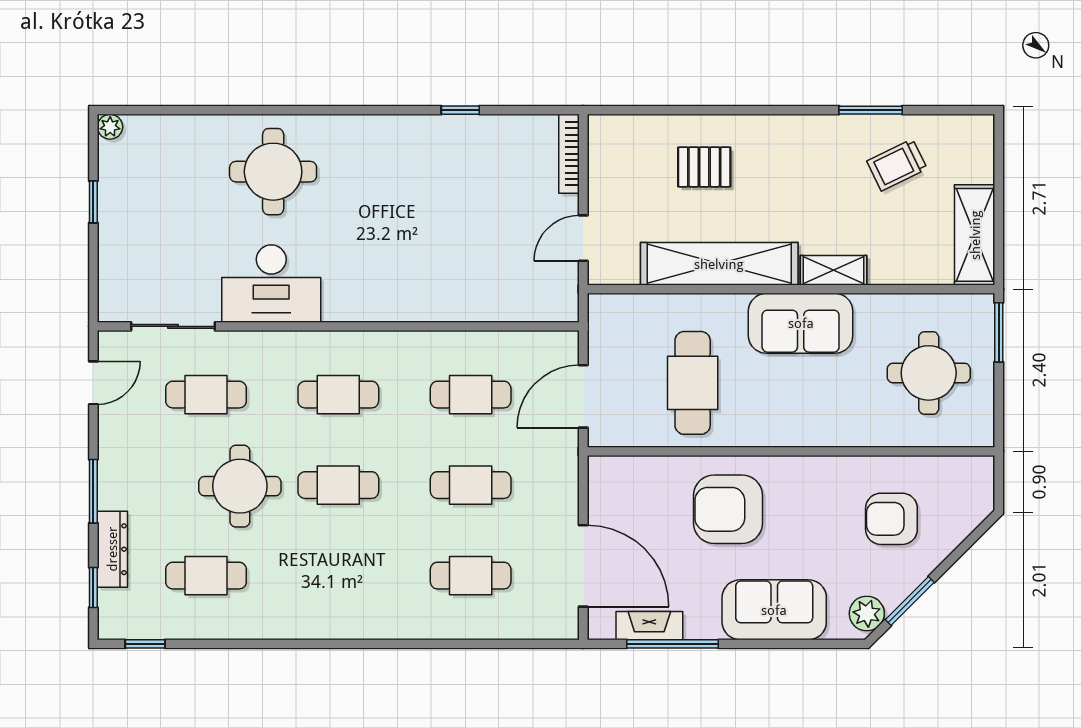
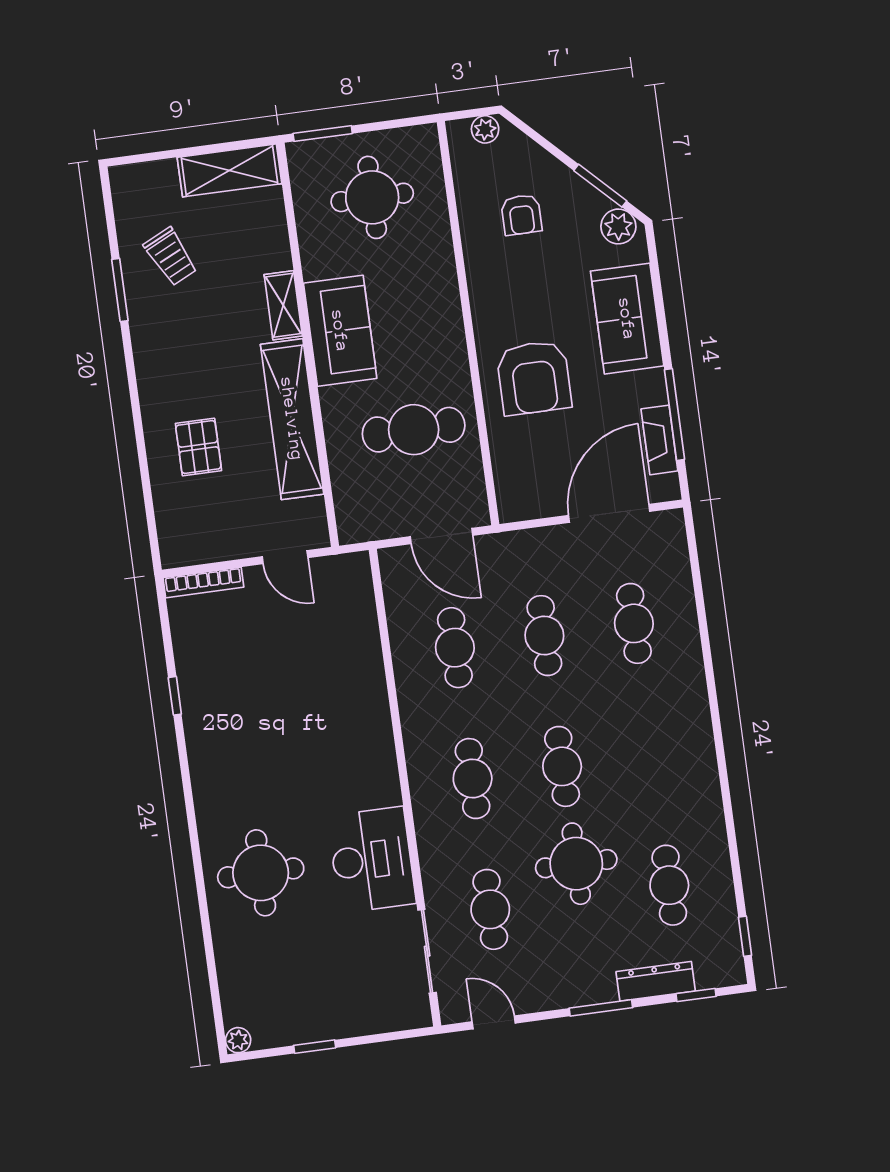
plant: (981, 494) -> (485, 129), added
armchair: (891, 519) -> (521, 215), width x0.72, depth x0.72

